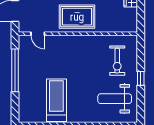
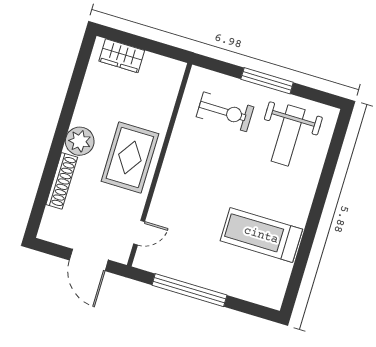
window: (141, 78) -> (267, 81), width x2.17

